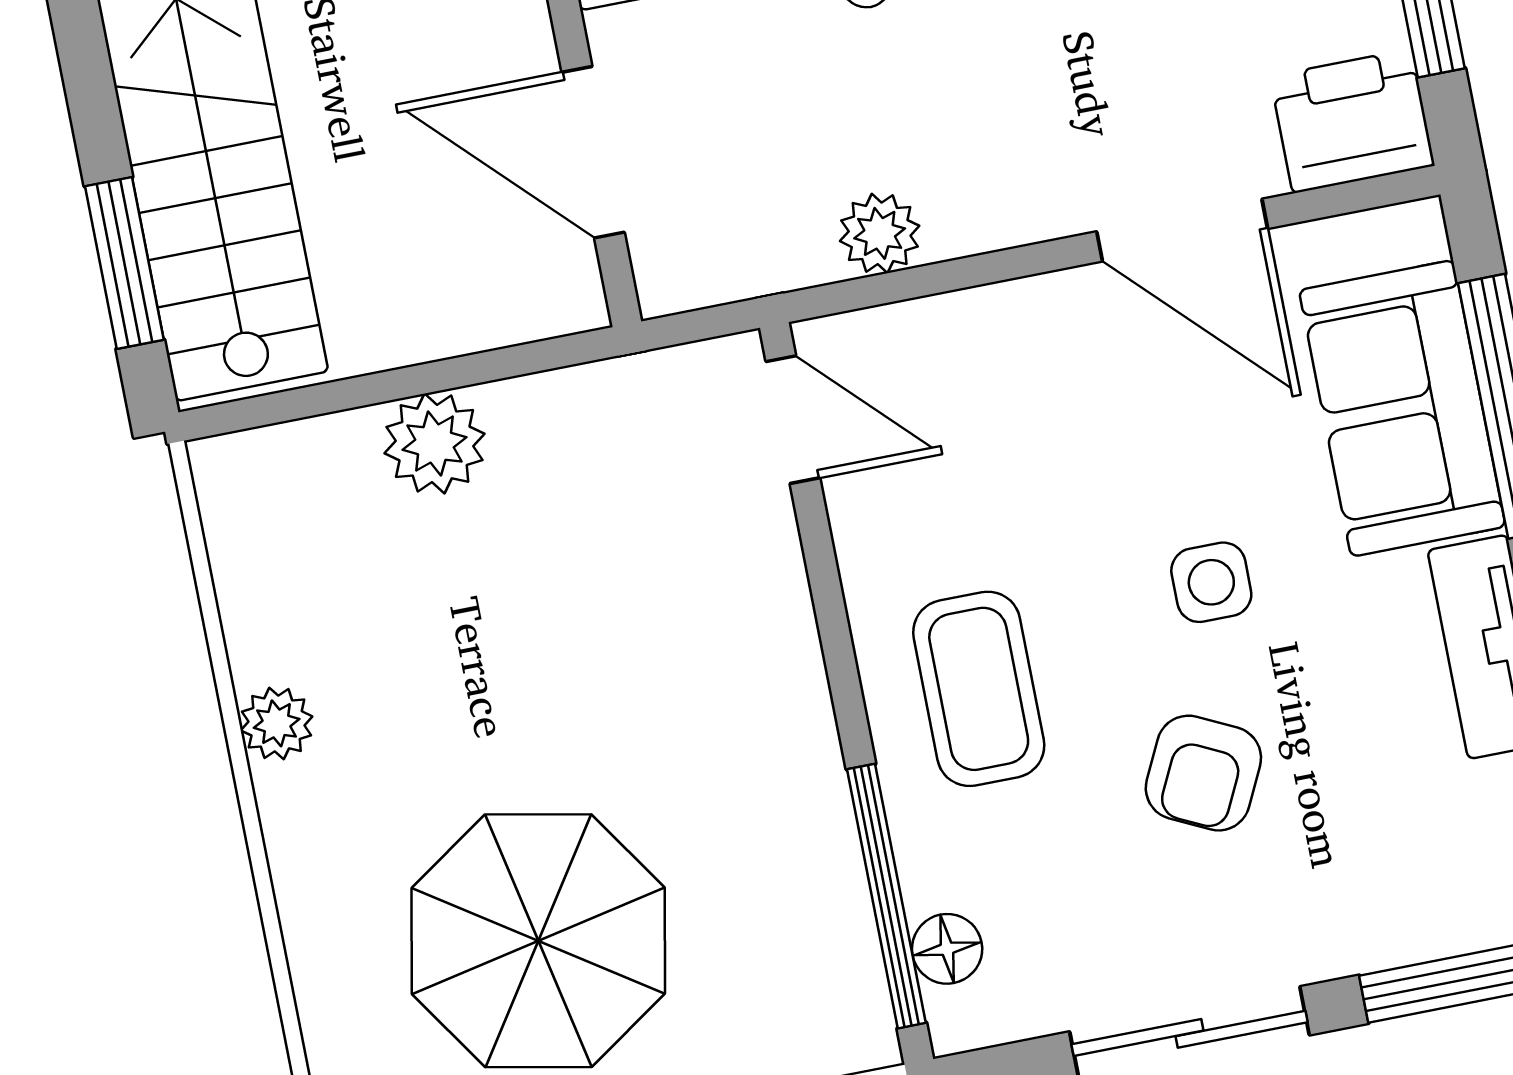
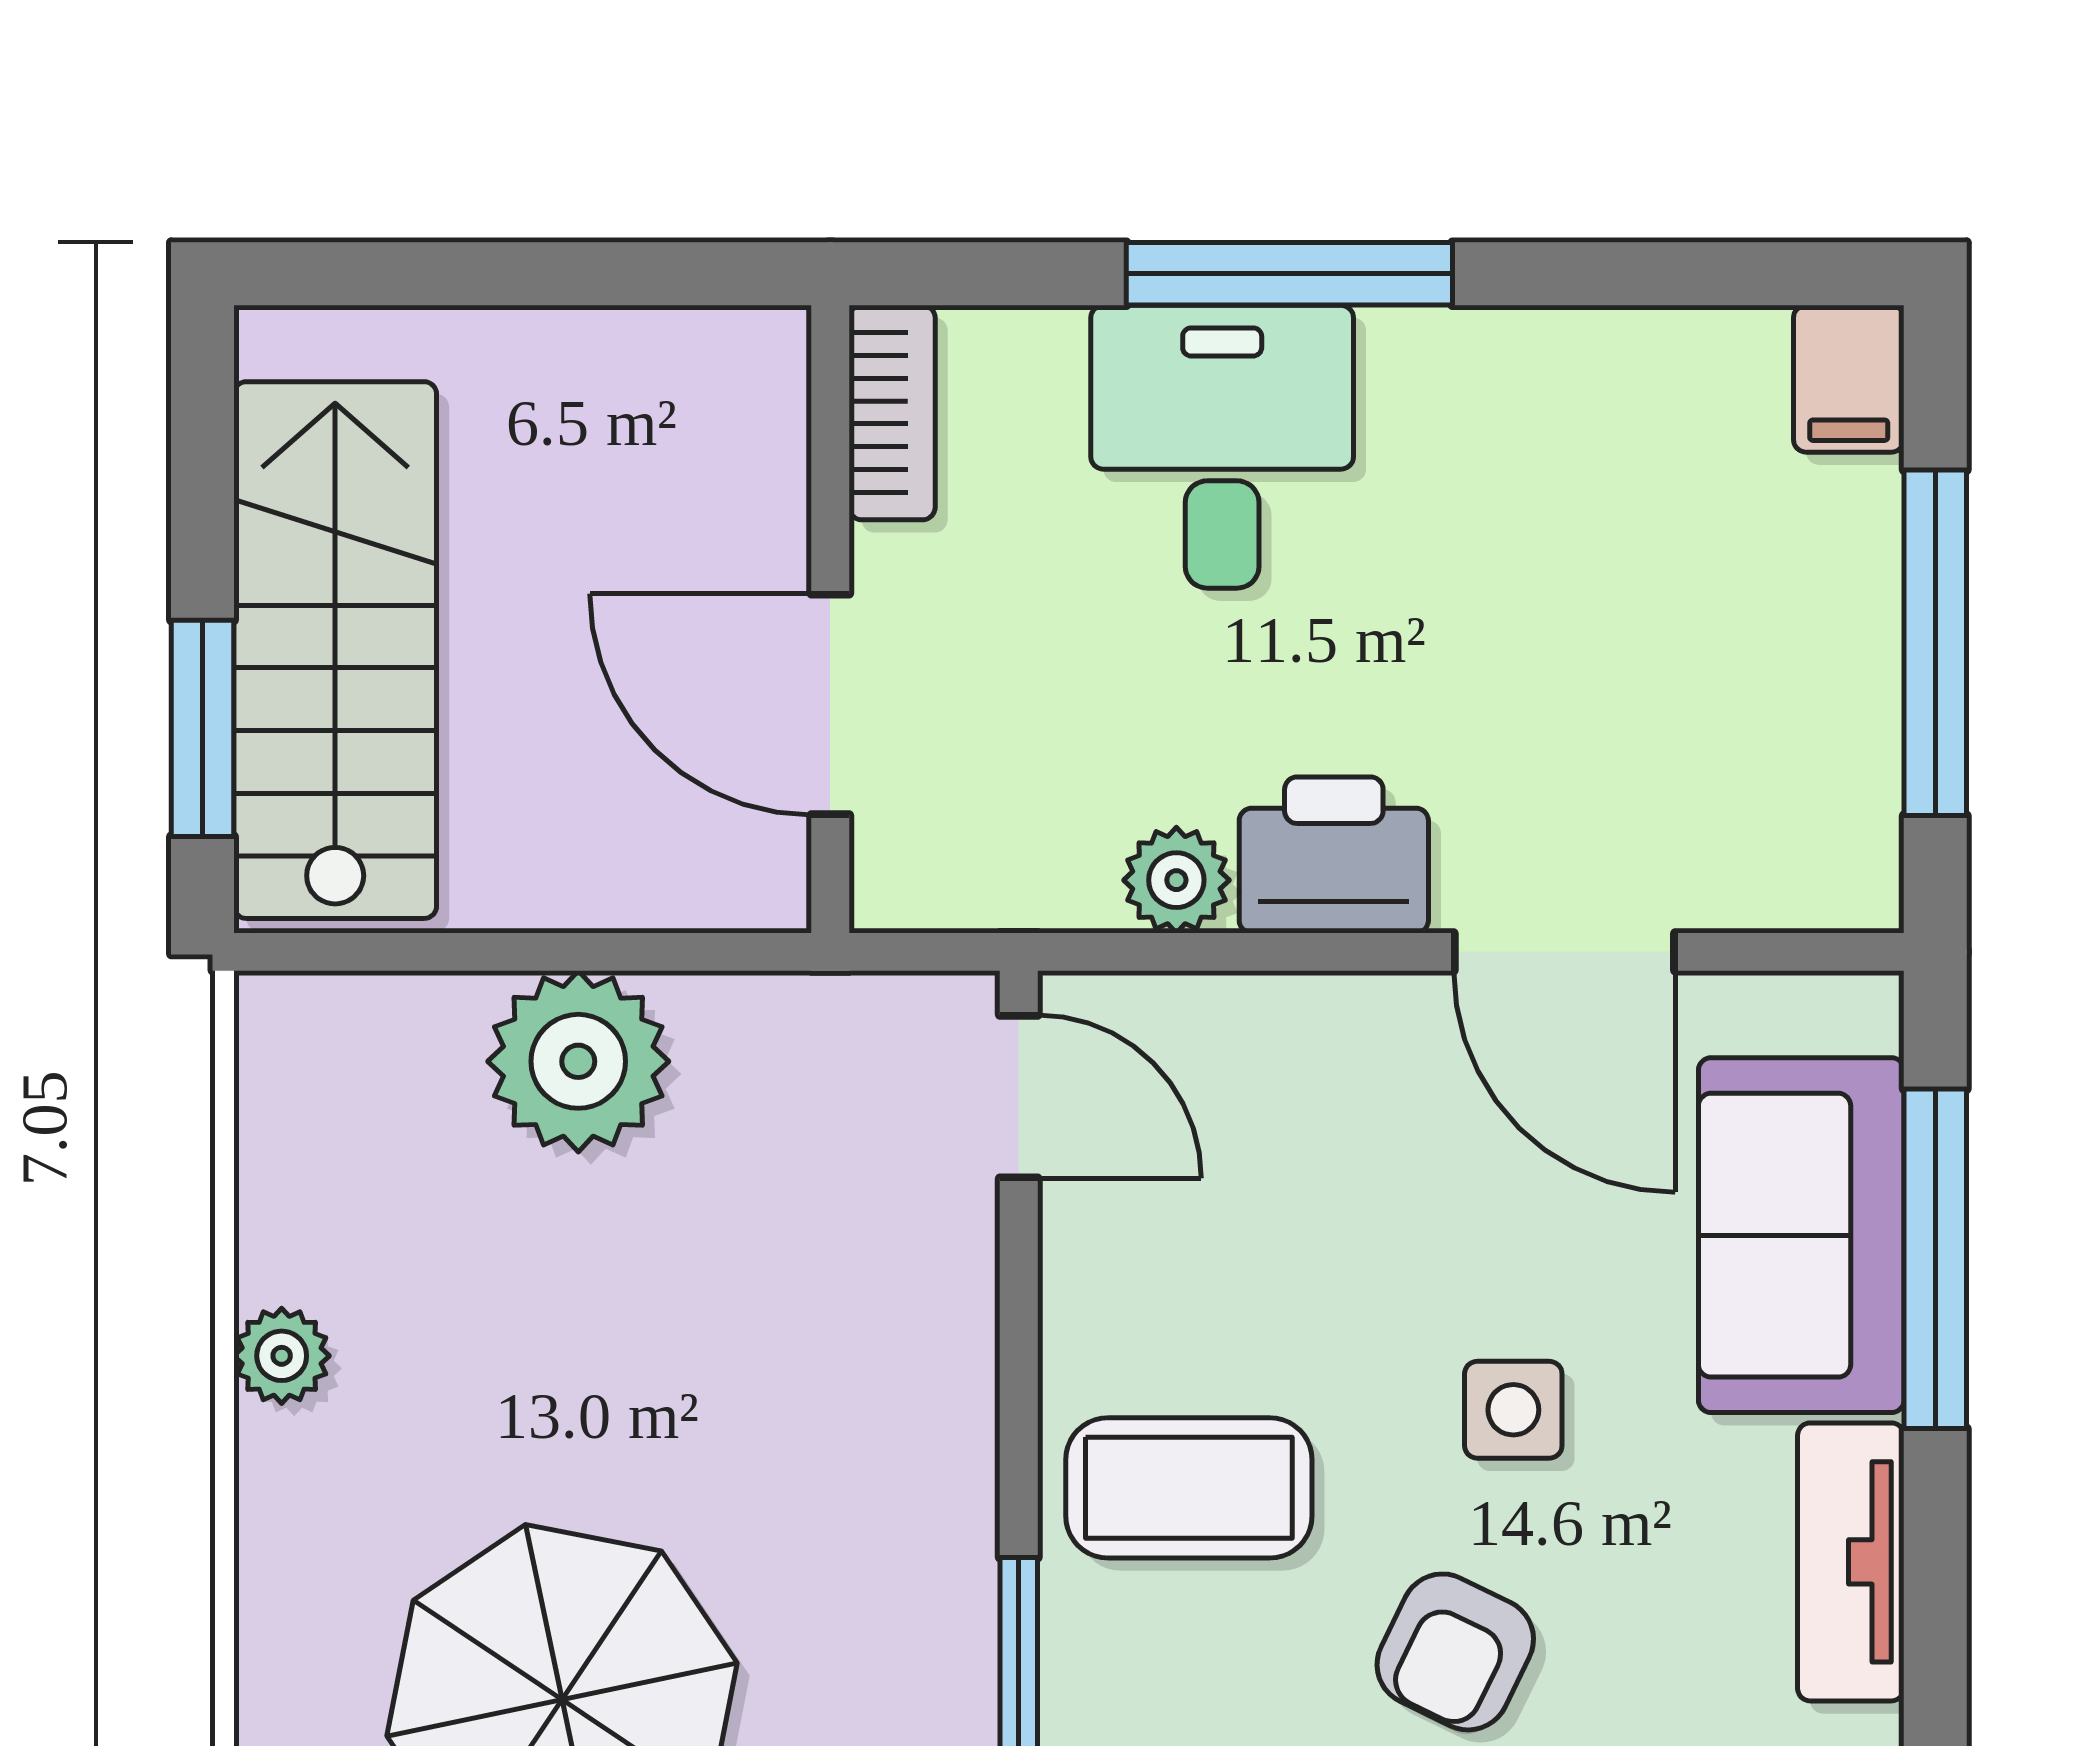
printer: (1352, 121) -> (1334, 855), moved
plant: (434, 443) -> (578, 1061), width x1.36, depth x1.36
coffee table: (979, 689) -> (1189, 1488), turned 90

